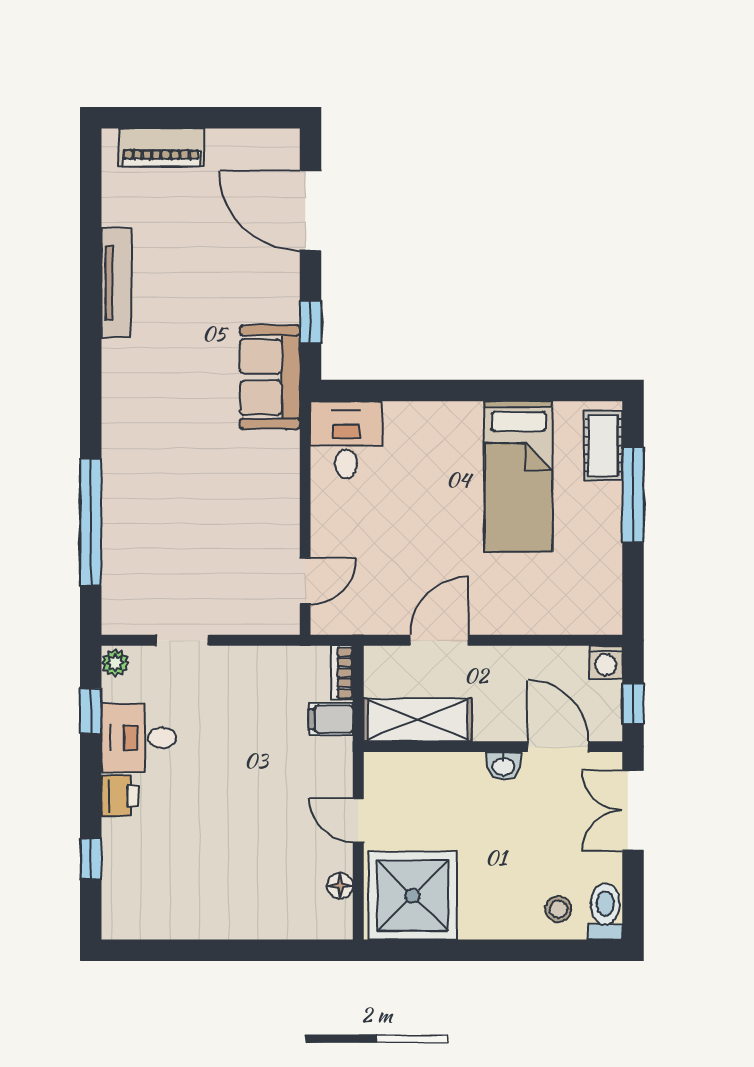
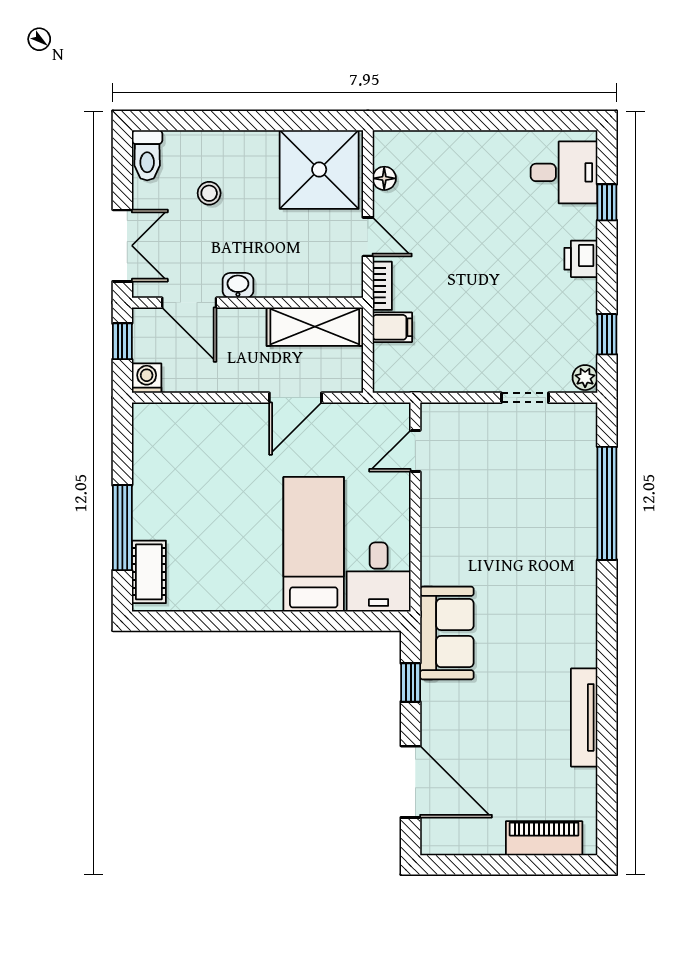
bed: (518, 476) -> (314, 544), moved
bookcase: (342, 673) -> (382, 286), moved
desk: (139, 738) -> (564, 172), moved
stool: (559, 909) -> (209, 193), moved

